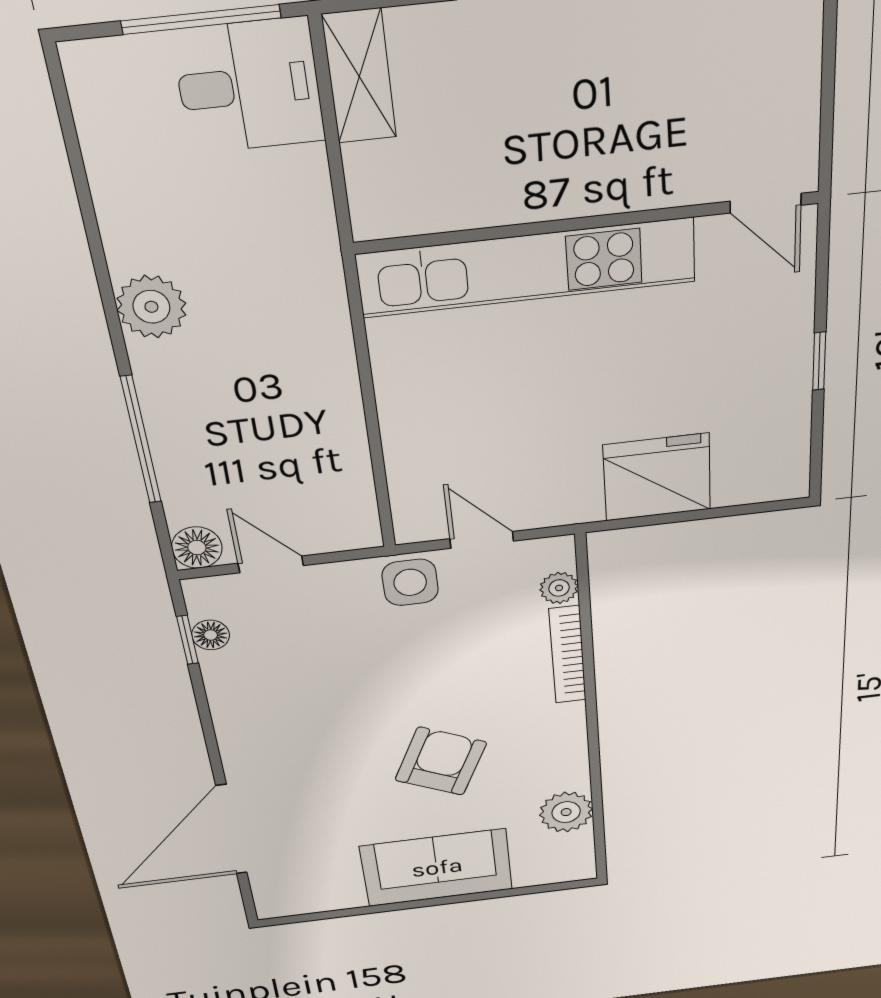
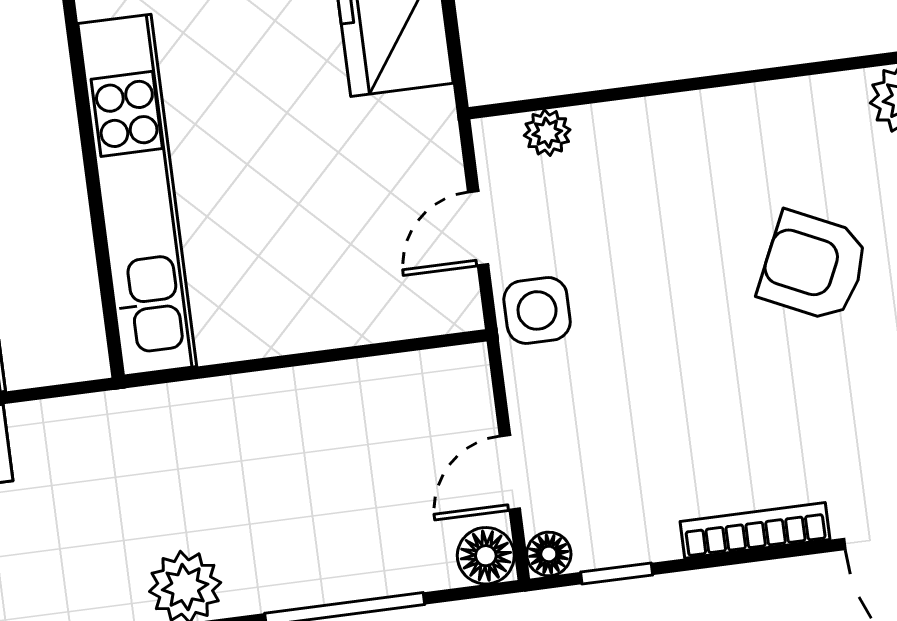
floor lamp: (211, 635) -> (549, 554), moved
bookcase: (568, 655) -> (755, 530), moved, turned 180

